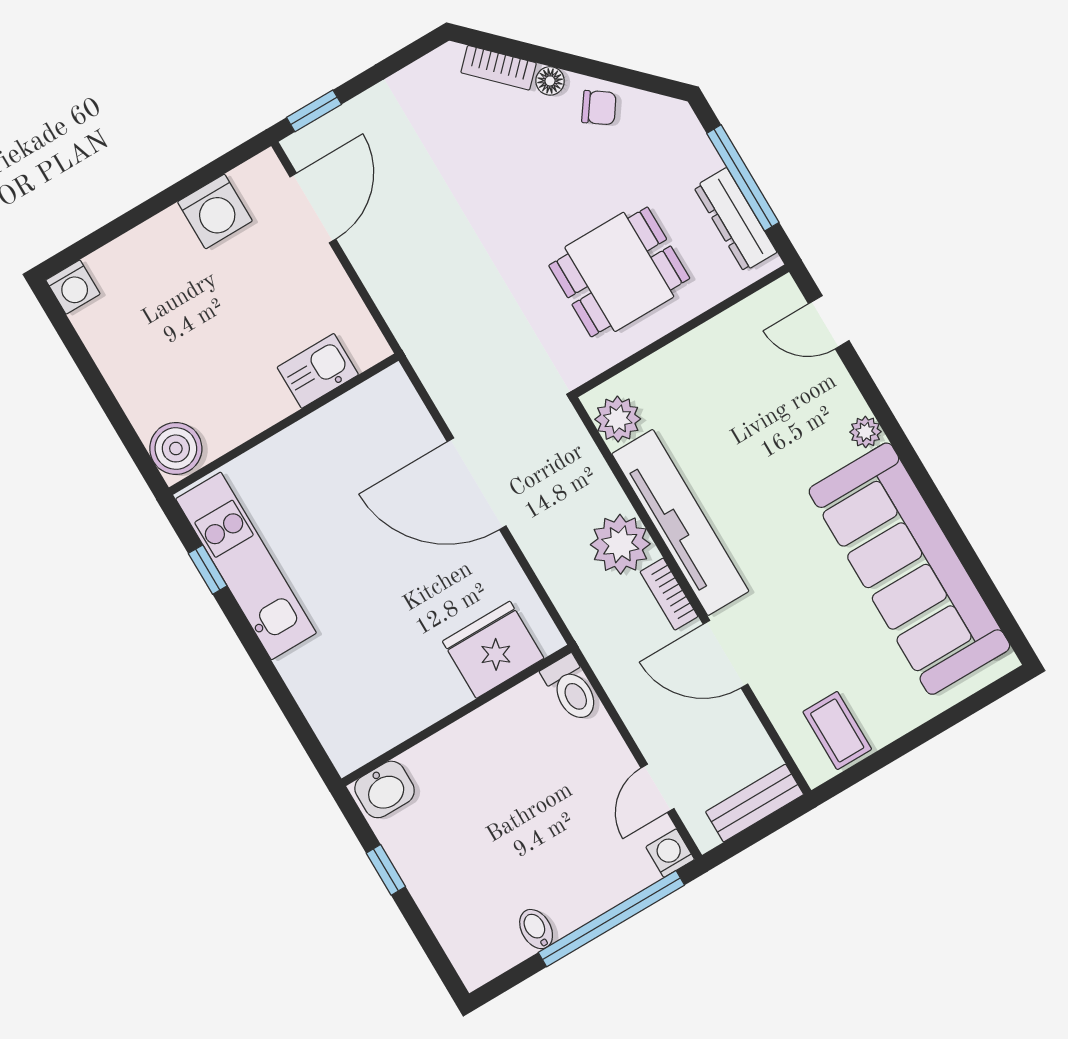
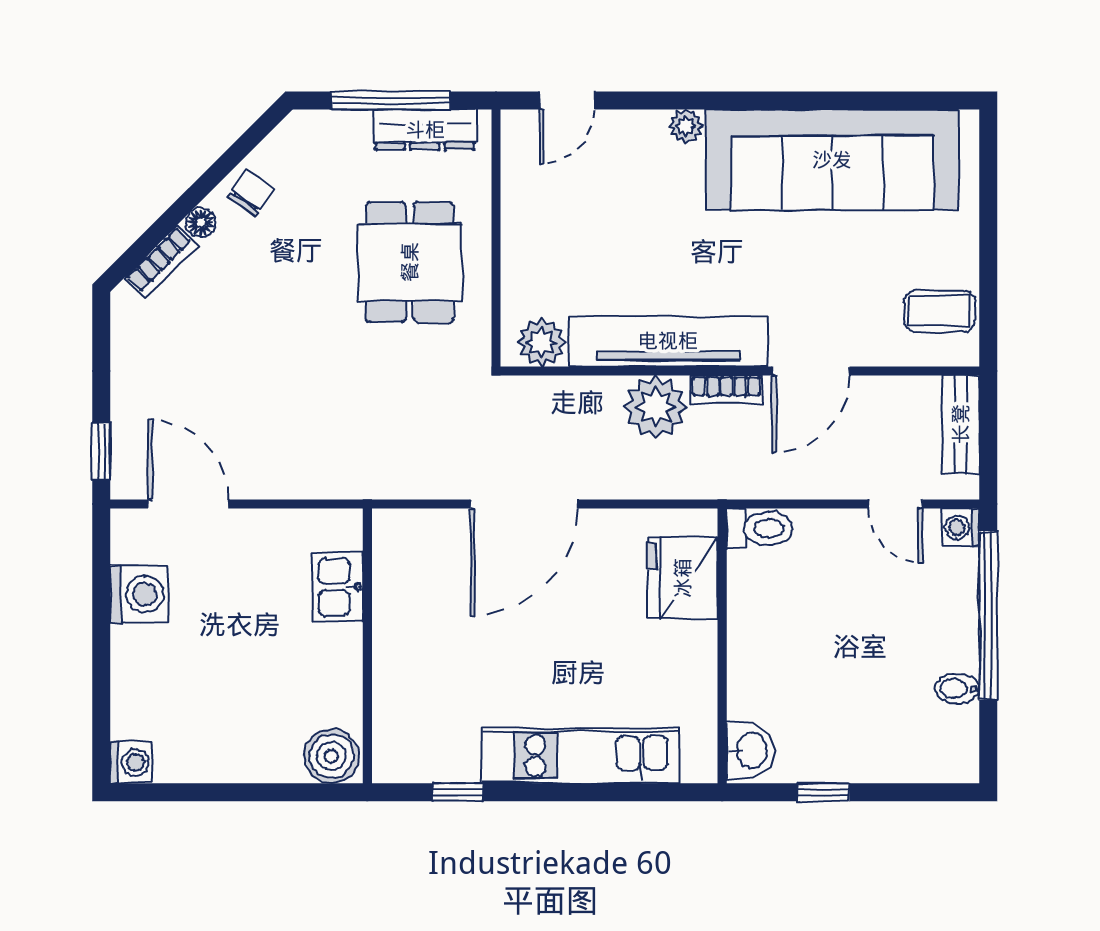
kitchen unit: (246, 566) -> (581, 756), moved

